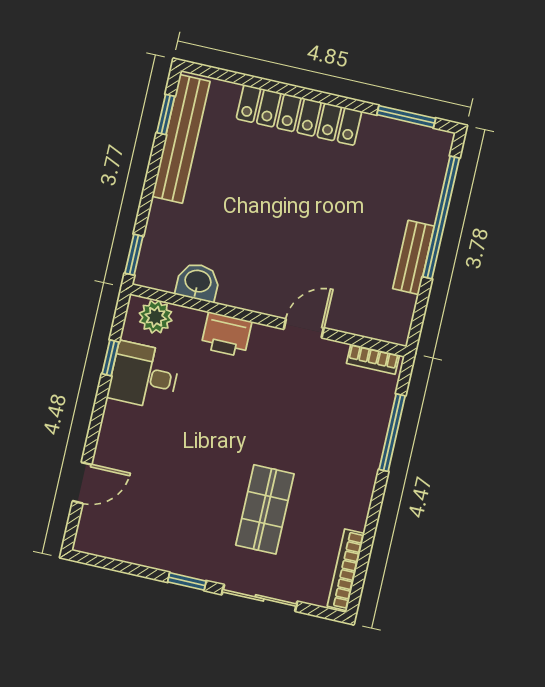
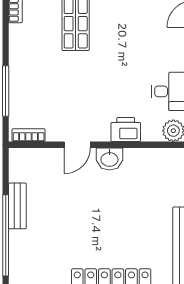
washbasin: (198, 282) -> (109, 159), moved

